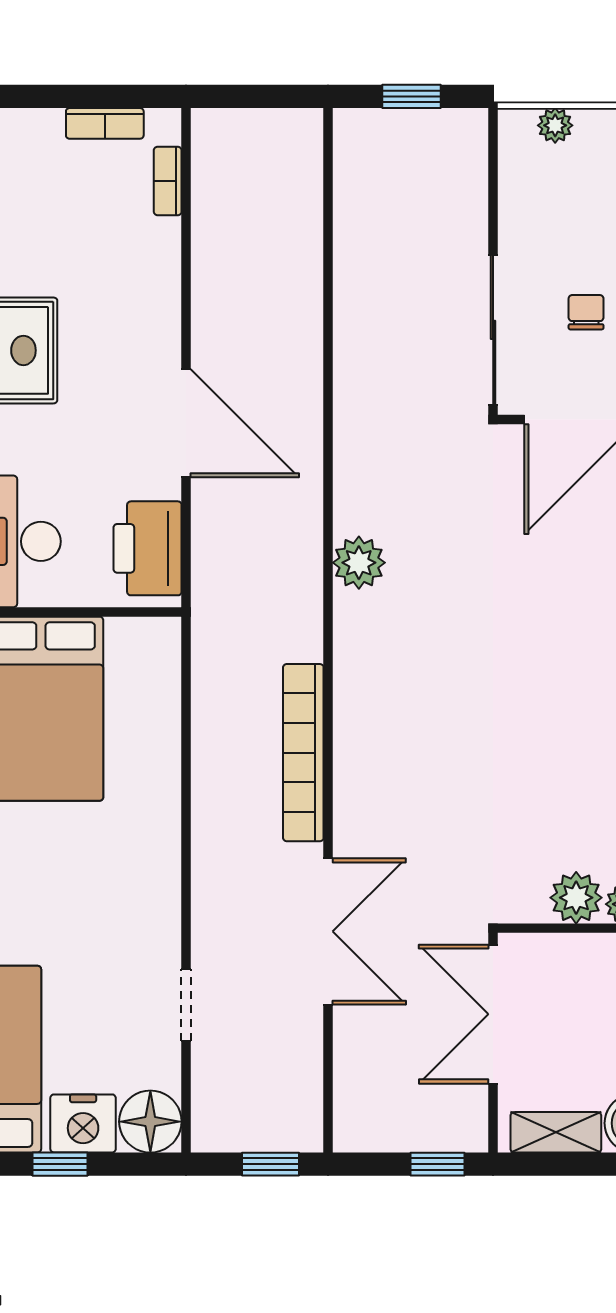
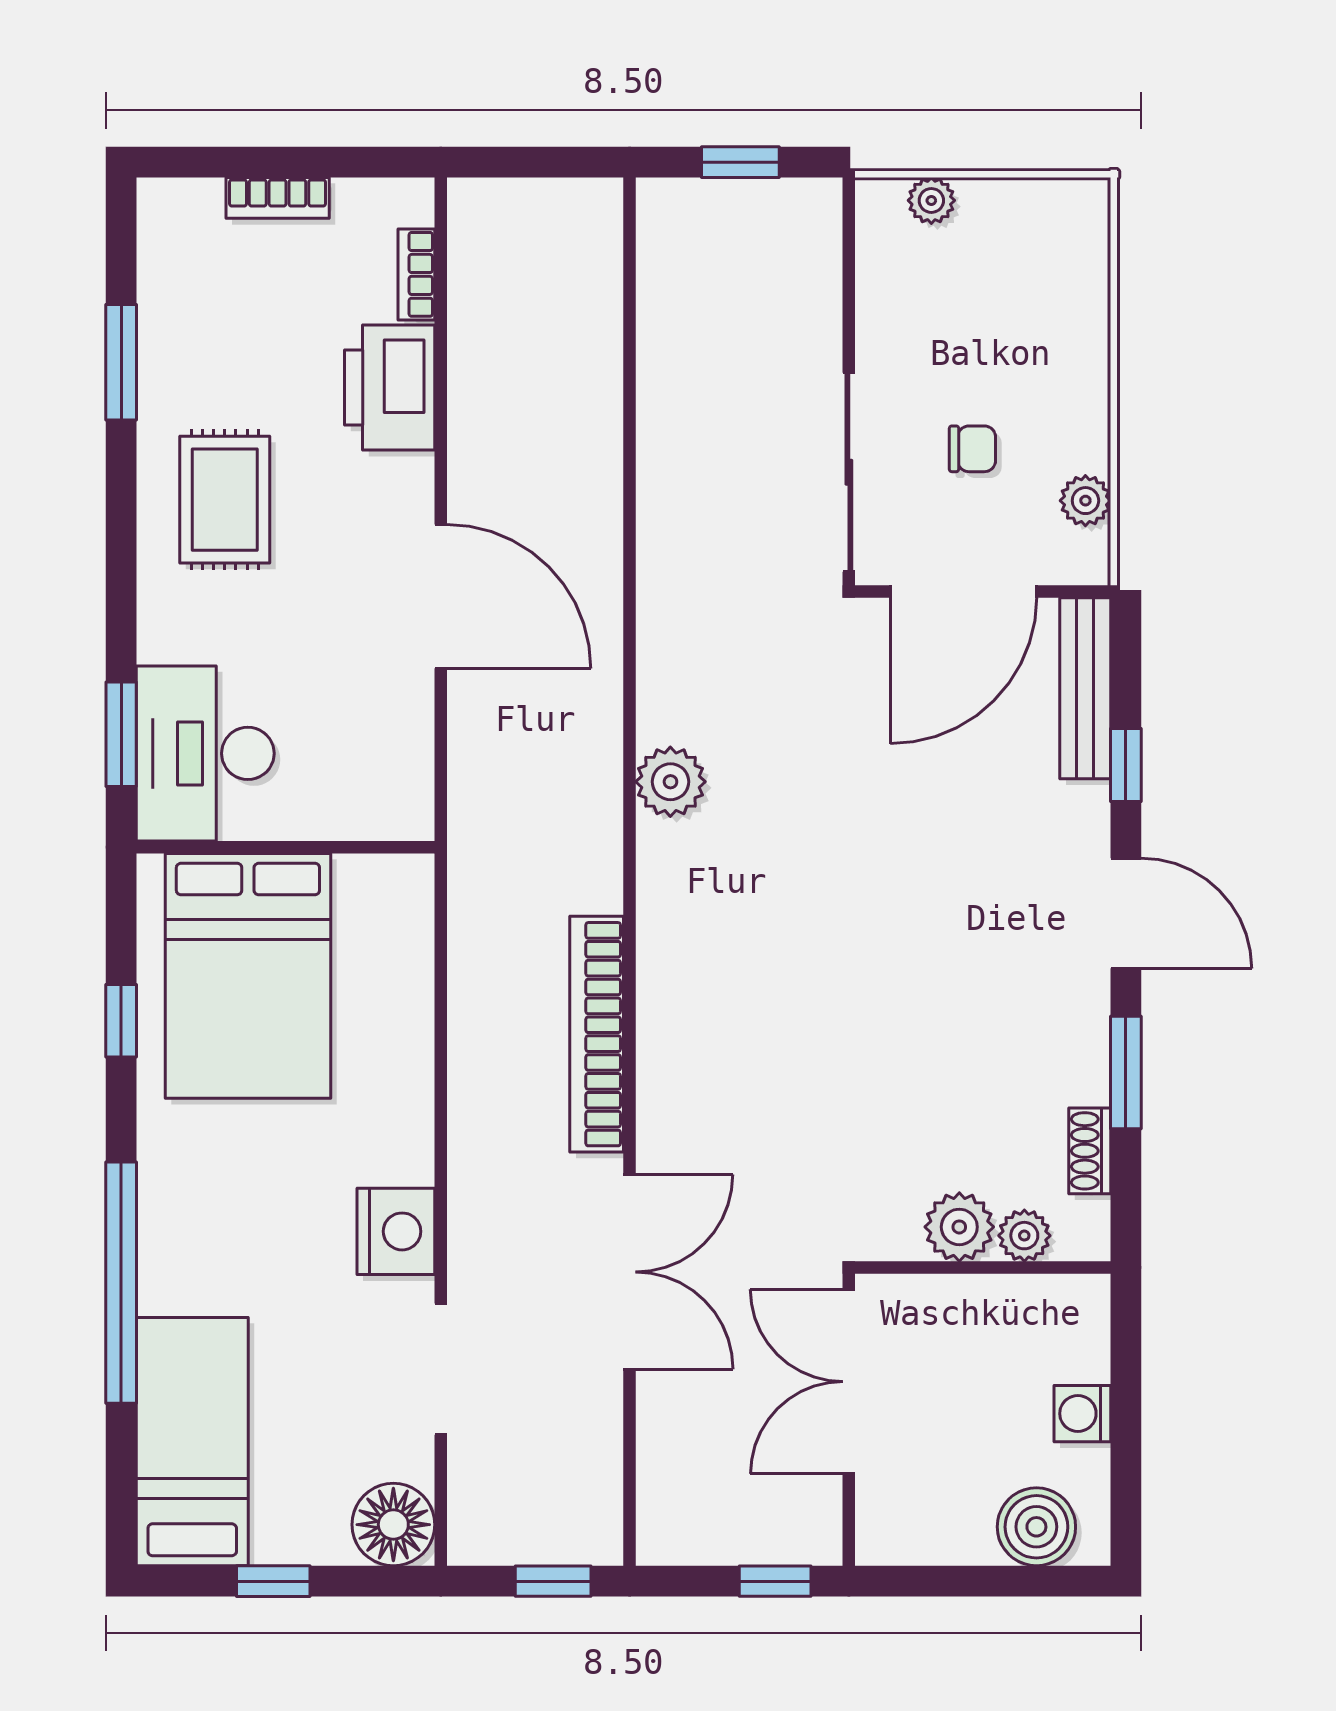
bookcase: (105, 123) -> (278, 198), moved
chair: (586, 312) -> (972, 449), turned 90
printer: (148, 548) -> (390, 388), moved
doorway: (186, 1005) -> (441, 1369), width x1.38
nightstand: (83, 1123) -> (396, 1231), moved, turned -90
shelving: (556, 1132) -> (932, 1539), removed

